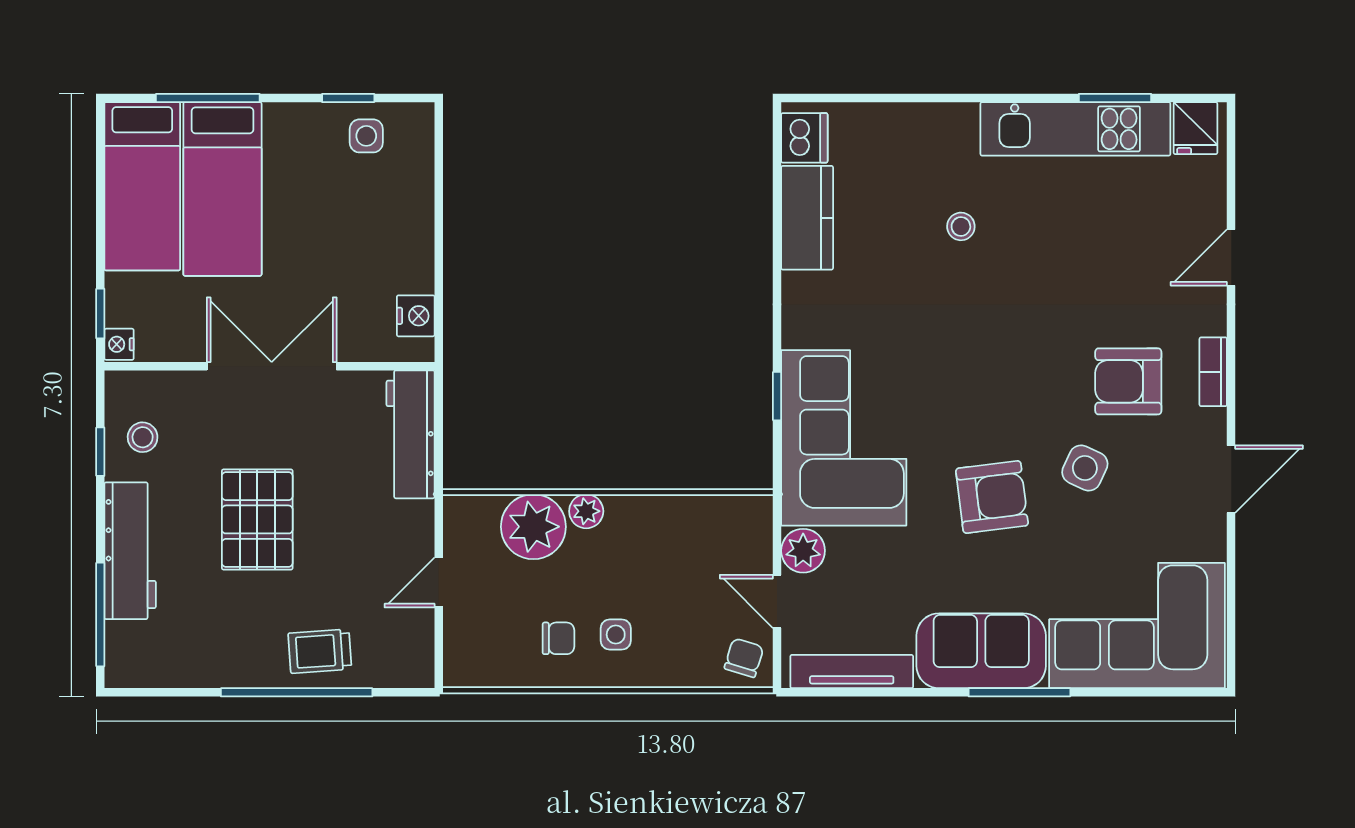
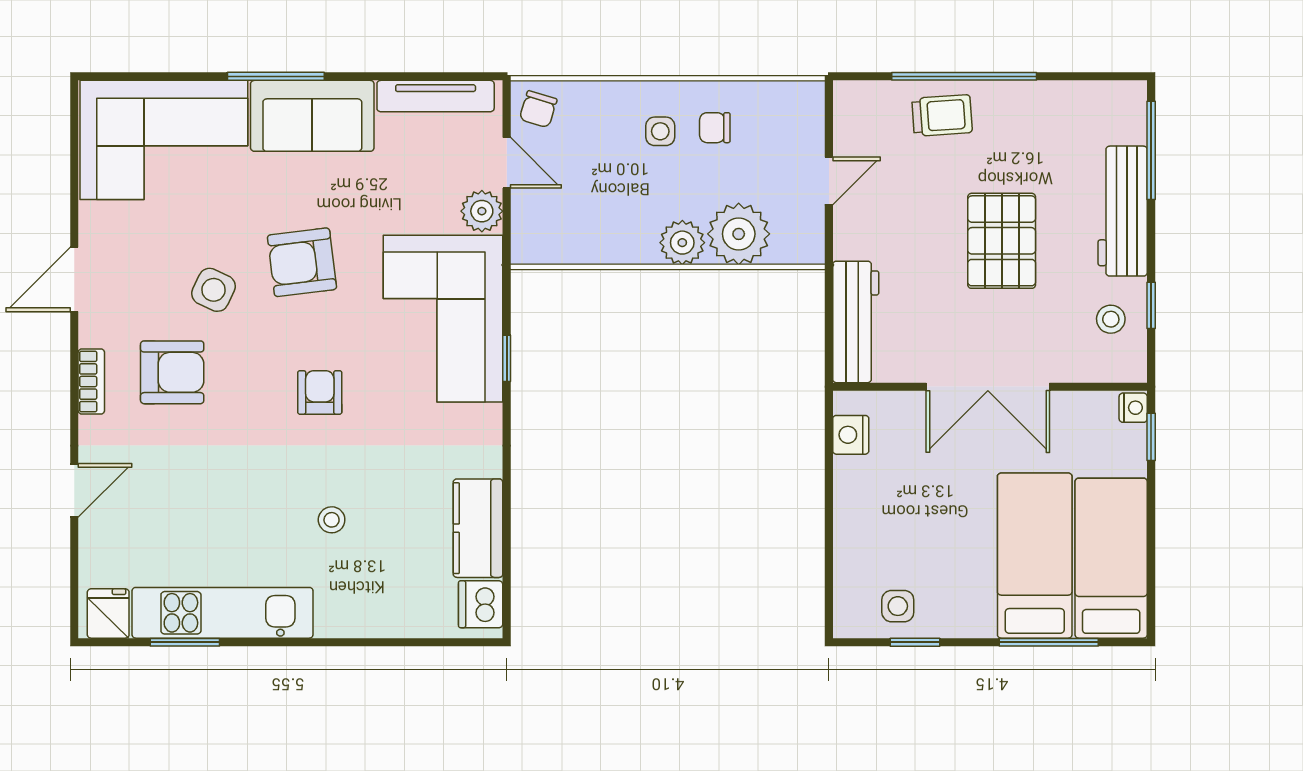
armchair: (973, 360) -> (320, 392), added
plant: (586, 511) -> (682, 243), width x1.38, depth x1.38

